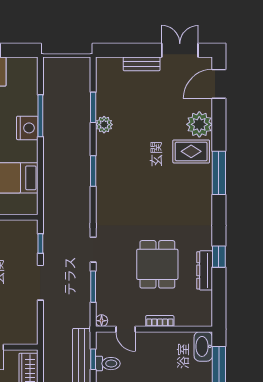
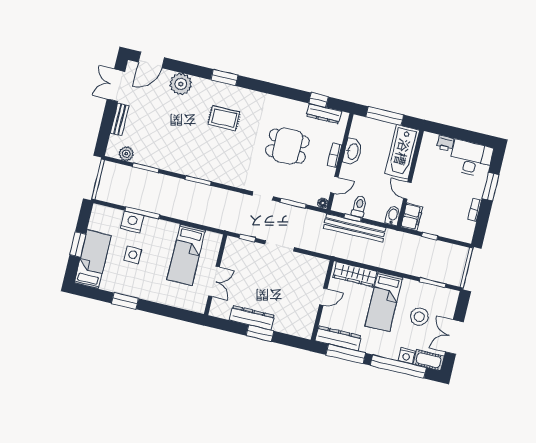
door: (219, 84) -> (151, 60), hinge flipped
plant: (104, 125) -> (126, 154), moved
nightstand: (27, 128) -> (132, 222), moved
rug: (191, 151) -> (224, 118), moved, turned 90
window: (219, 173) -> (224, 77), width x0.69
window: (219, 257) -> (318, 100), moved
dresser: (205, 270) -> (324, 114), moved
washbasin: (203, 346) -> (352, 151), moved, turned -90

